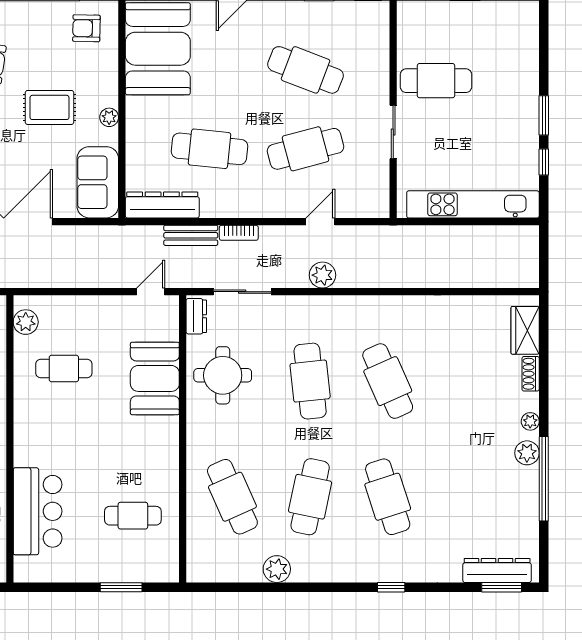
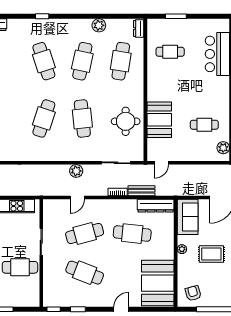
armchair: (86, 28) -> (193, 293), turned -107
dresser: (196, 316) -> (139, 29), moved
cafe table: (388, 381) -> (44, 118), turned 42
cafe table: (232, 497) -> (121, 61), turned 33

